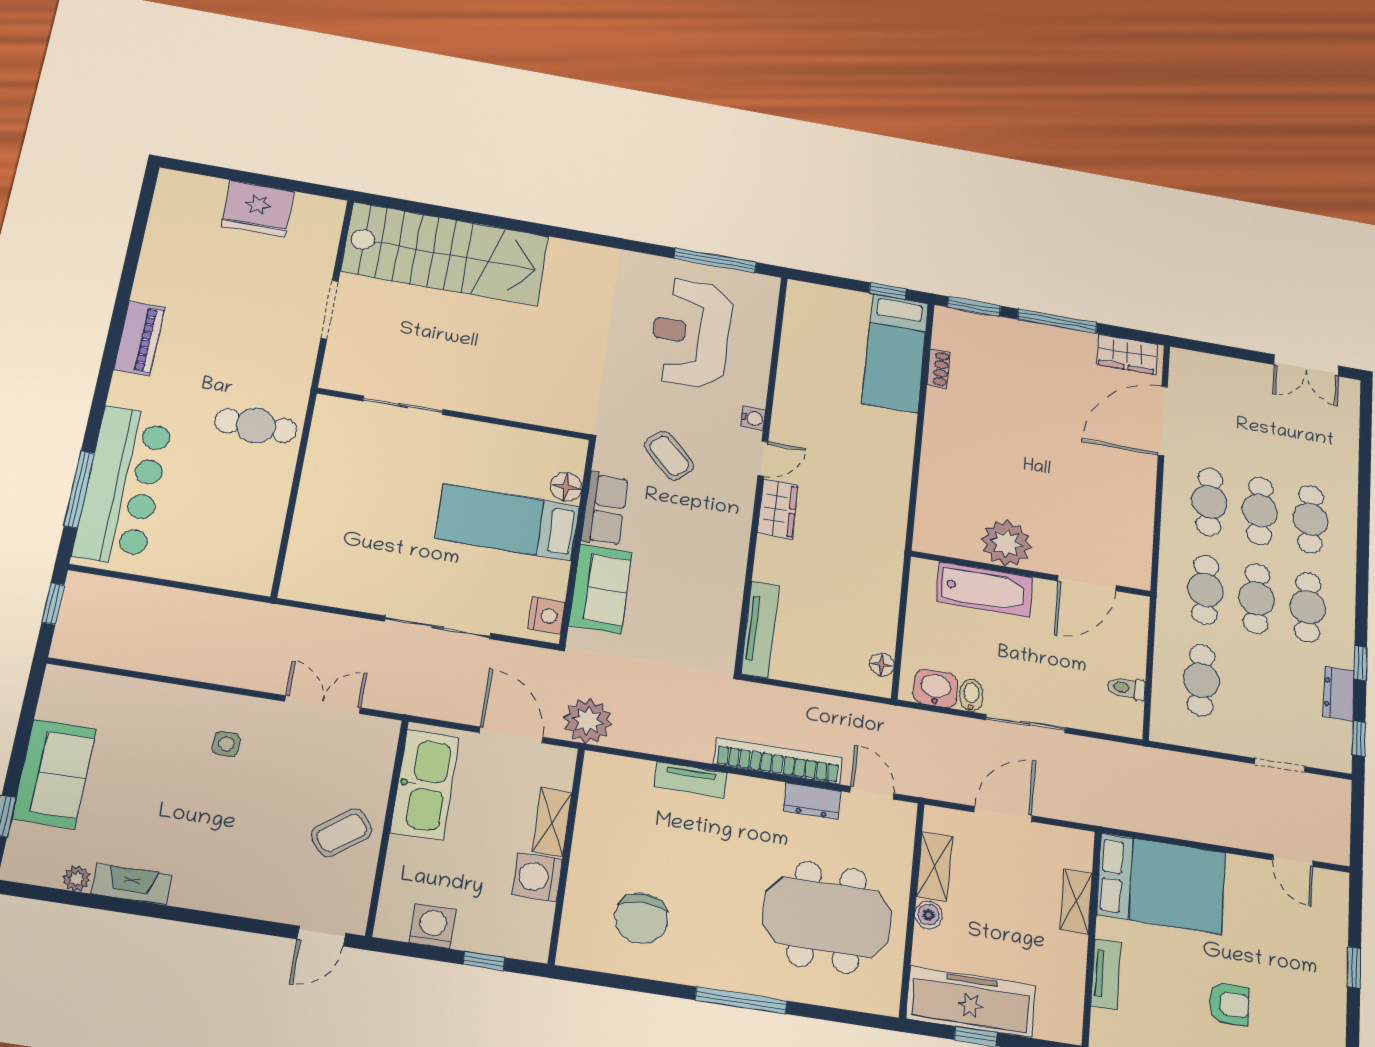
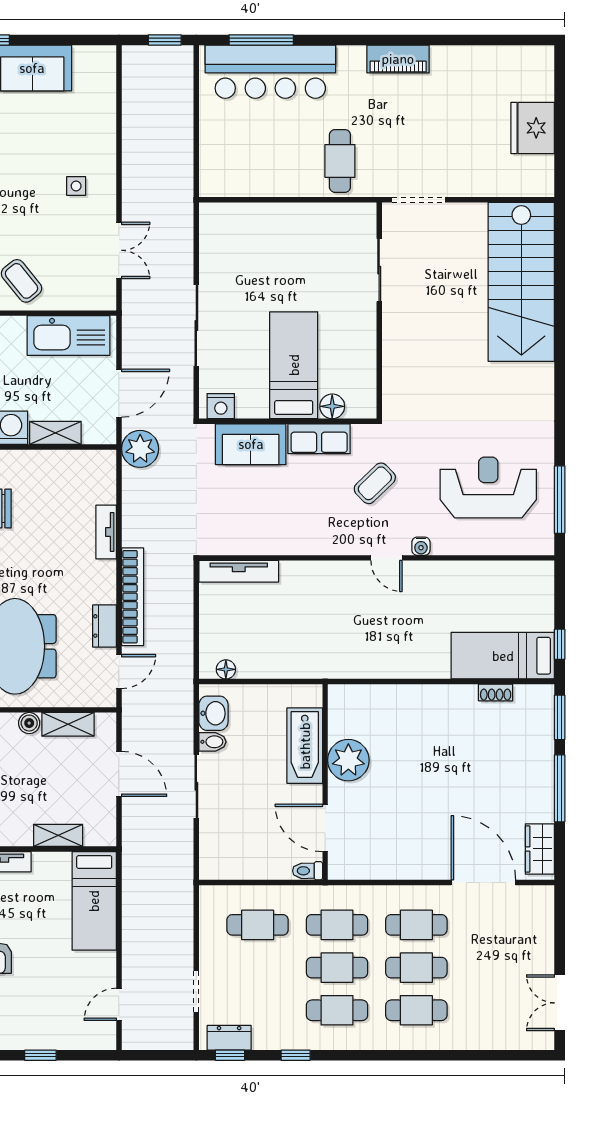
doorway: (330, 310) -> (418, 200), moved
wardrobe: (778, 509) -> (344, 574), removed
toilet: (1127, 688) -> (308, 871), moved, turned -90
dresser: (1339, 694) -> (229, 1038), moved
bed: (1161, 884) -> (94, 901), width x0.67

